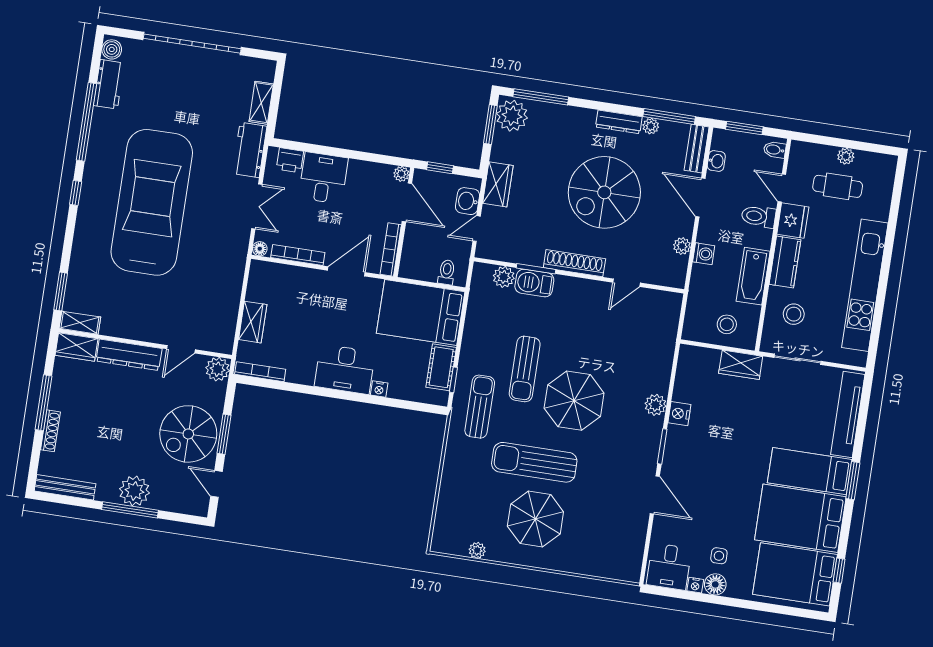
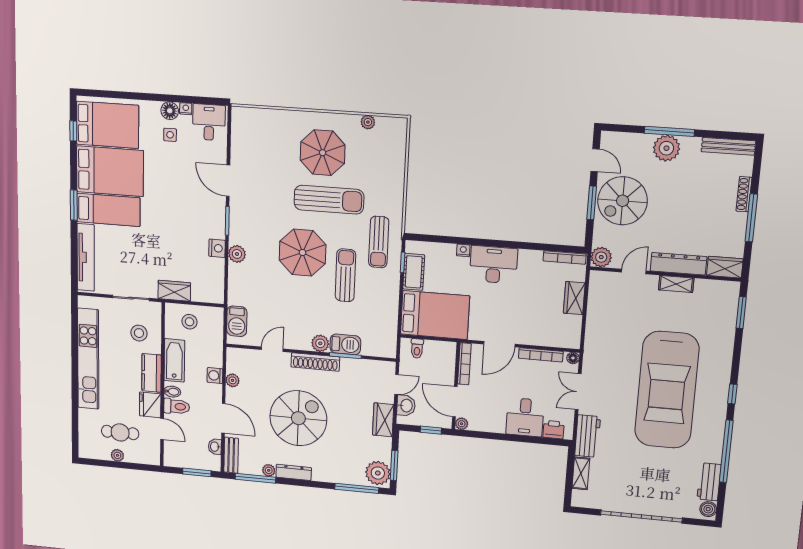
bidet: (775, 150) -> (172, 392), moved
plant: (504, 277) -> (320, 343), moved
barbecue: (667, 321) -> (237, 321), added
shelving: (80, 323) -> (676, 284), moved
spiral stairs: (188, 434) -> (623, 201), turned 180

